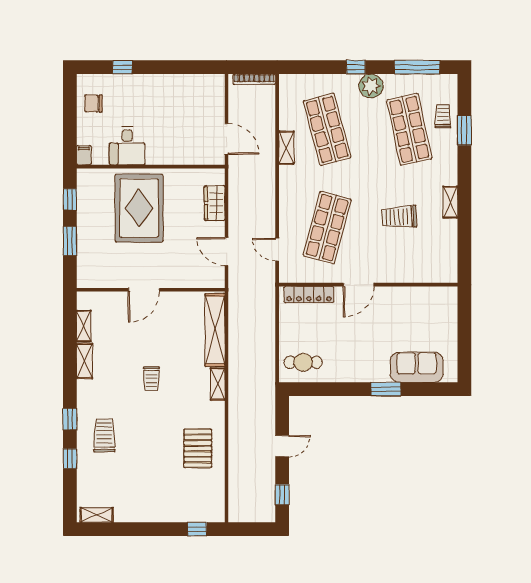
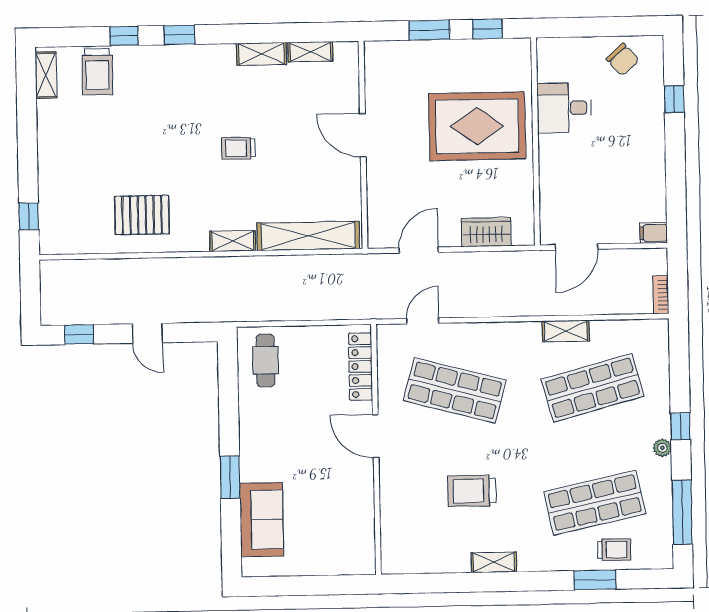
bookcase: (254, 79) -> (661, 295), width x0.64
plant: (371, 86) -> (662, 448), width x0.53, depth x0.53
chair: (93, 103) -> (623, 59), turned 138
filing cabinet: (84, 155) -> (654, 233), moved, turned 180
trolley: (399, 217) -> (472, 491), turned -87
trolley: (104, 435) -> (97, 72), moved, turned 90

